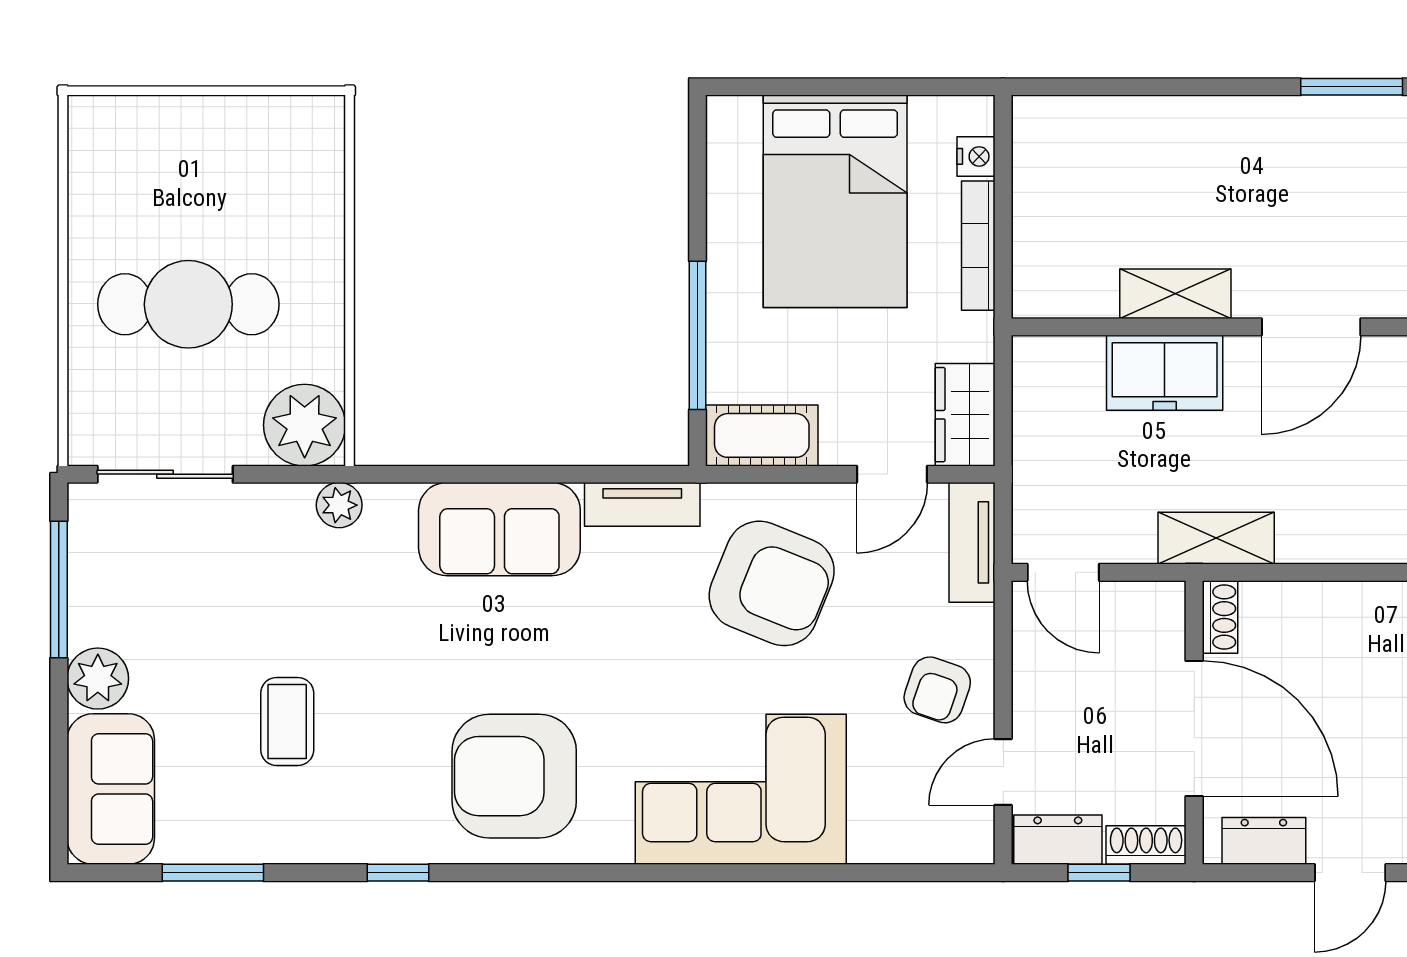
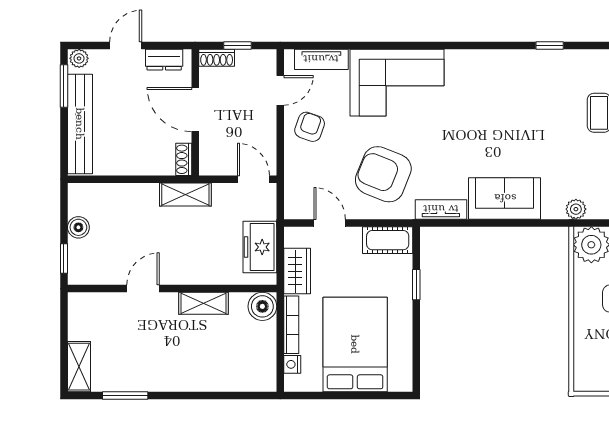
boiler: (1043, 287) -> (262, 306), added
door: (1311, 327) -> (143, 289), width x0.73
window: (697, 335) -> (416, 285), width x0.46
freezer: (1165, 373) -> (260, 247), moved, turned -90
wardrobe: (965, 415) -> (297, 271), moved
door: (892, 474) -> (330, 223), hinge flipped
tv unit: (972, 542) -> (321, 59), moved, turned 90
door: (1194, 729) -> (195, 110), width x0.73
armchair: (514, 776) -> (498, 88), removed
dresser: (1058, 840) -> (256, 60), removed

